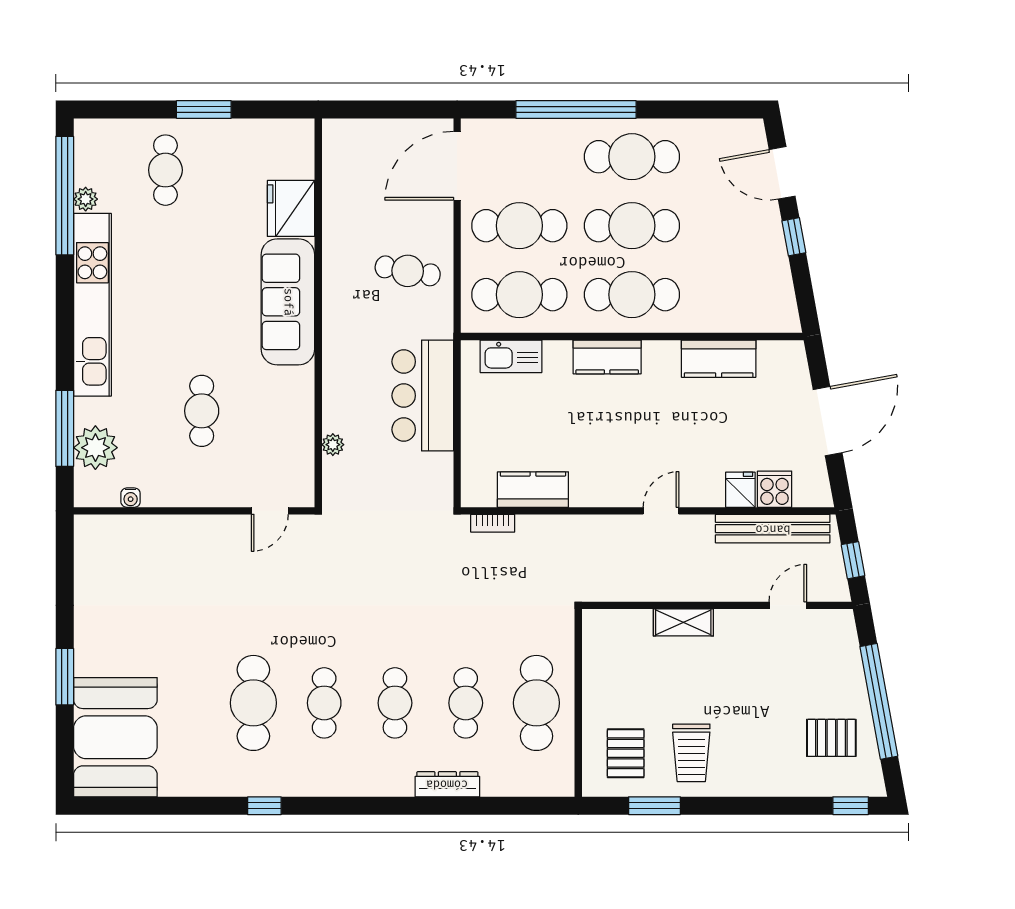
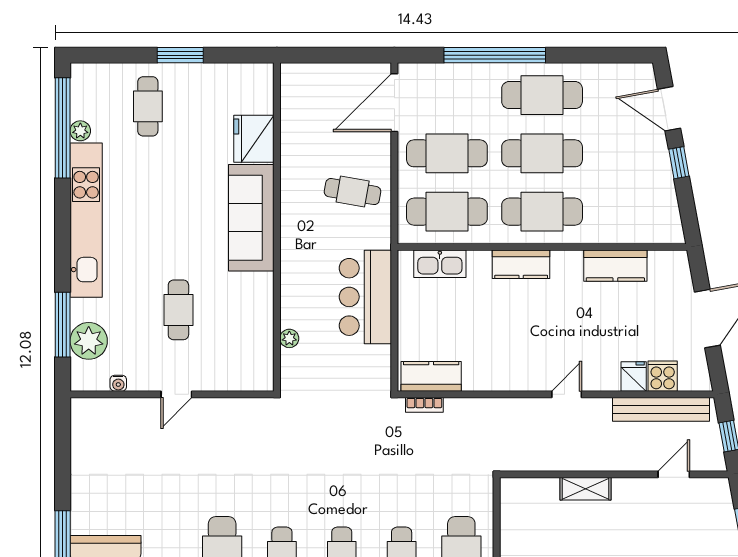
kitchen counter: (533, 490) -> (431, 376), moved
door: (270, 511) -> (176, 394), moved

